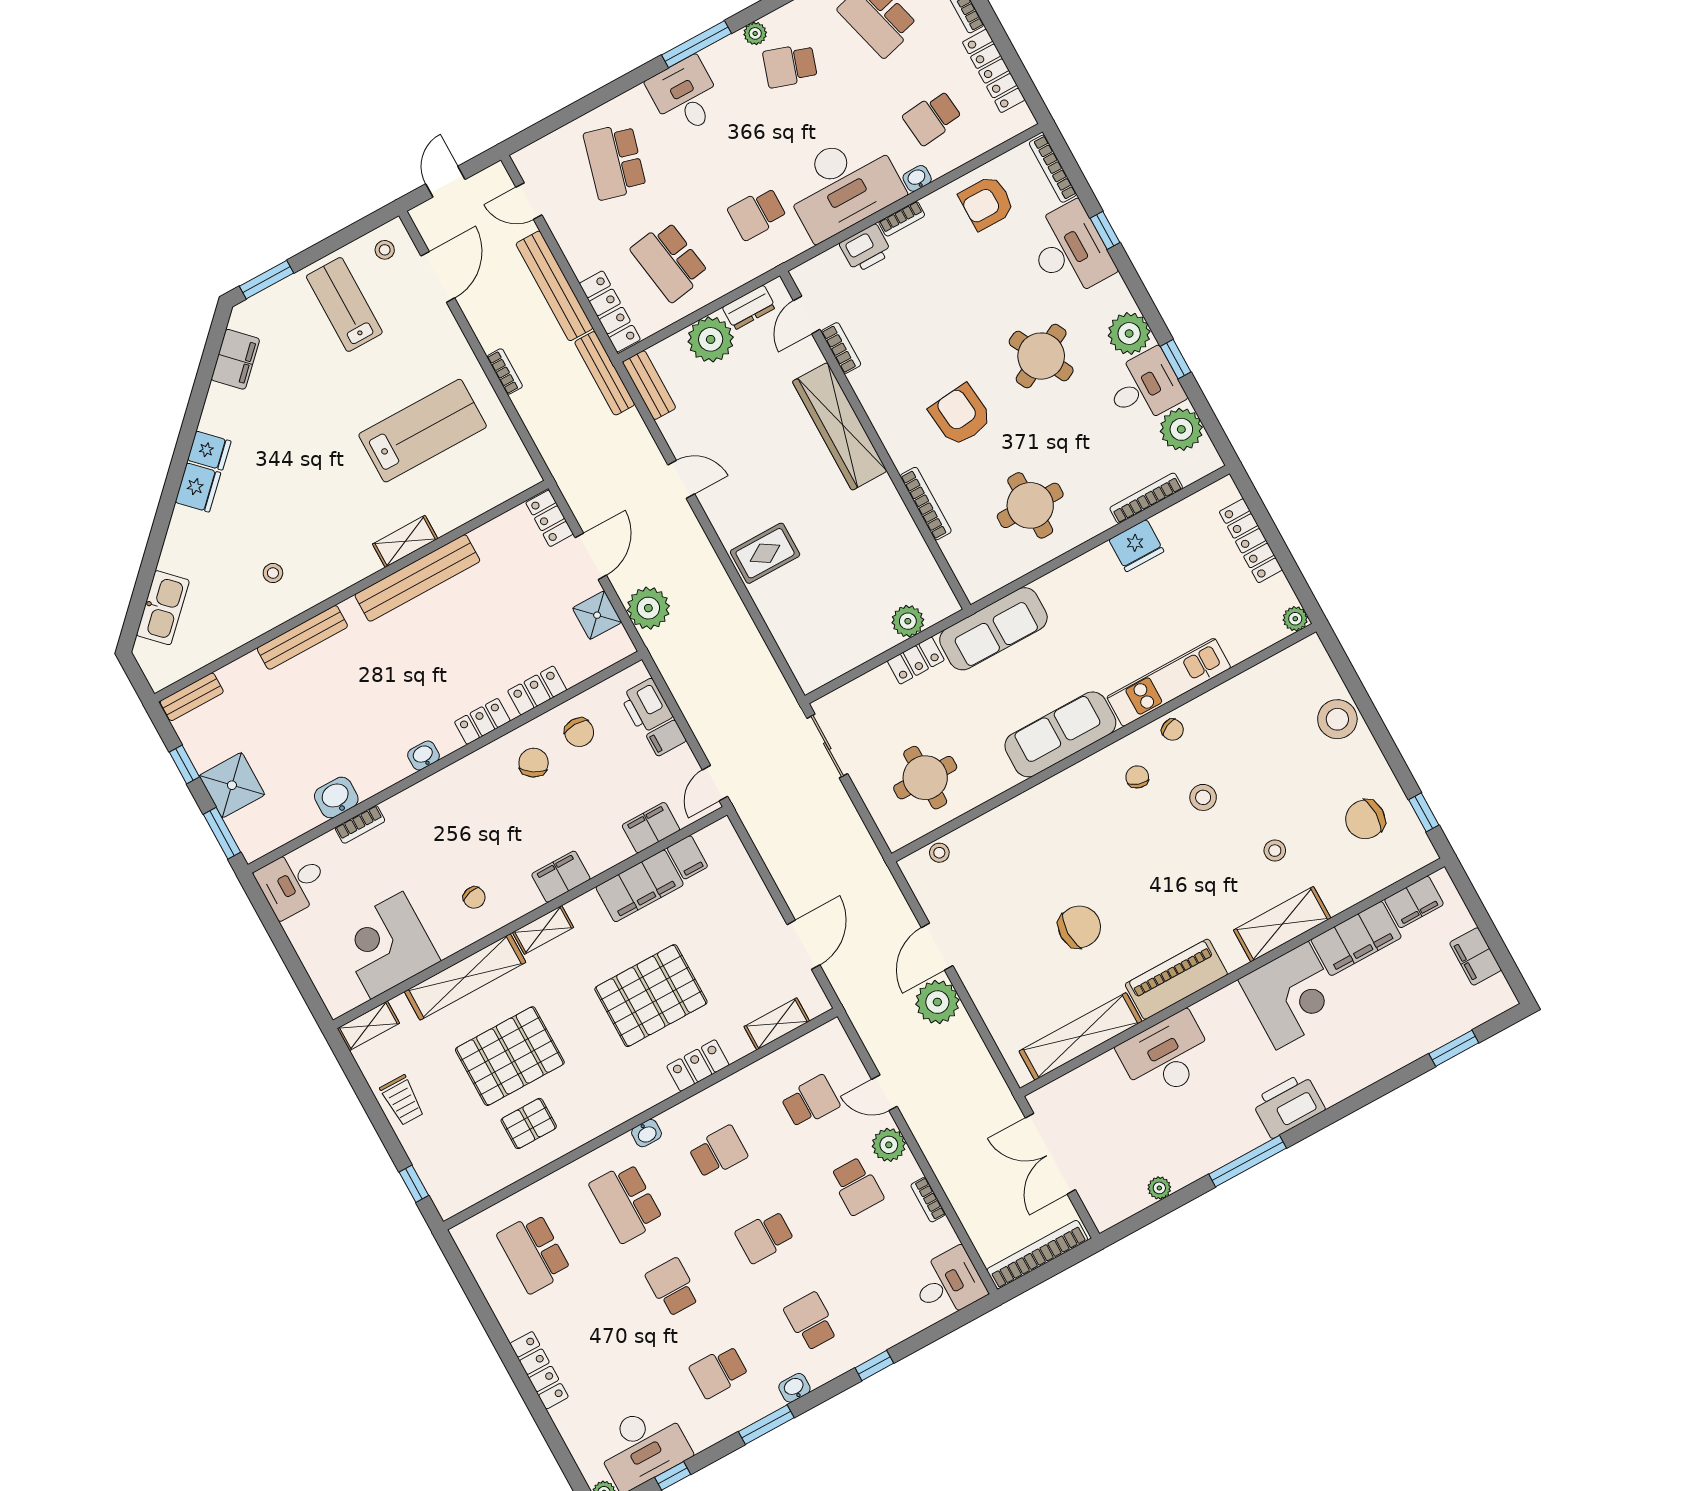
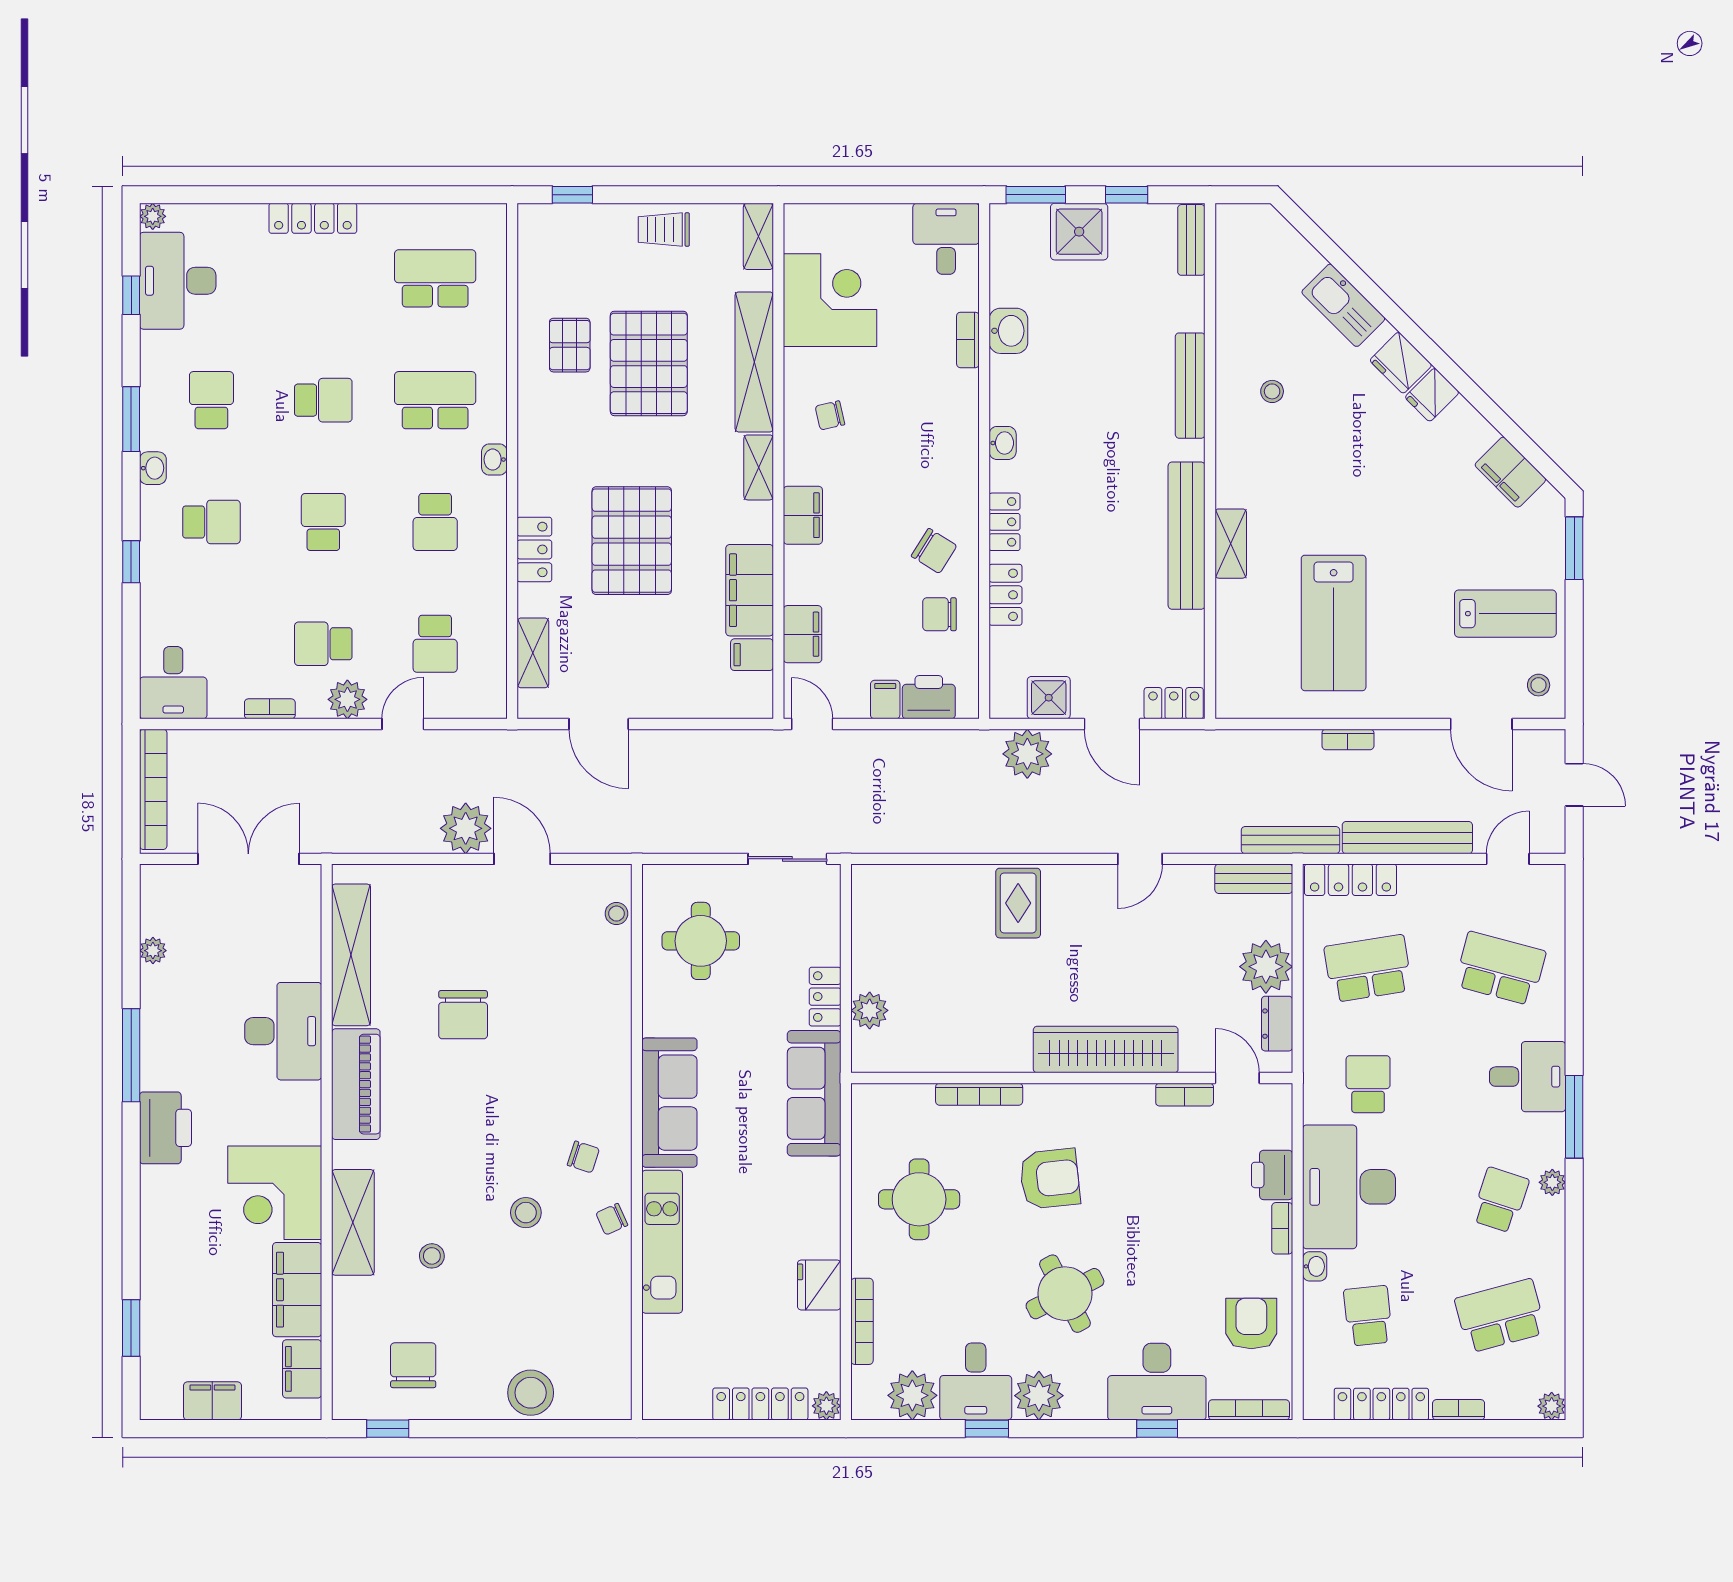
kitchen sink: (163, 608) -> (1343, 305), moved
plant: (1295, 619) -> (826, 1406), moved

